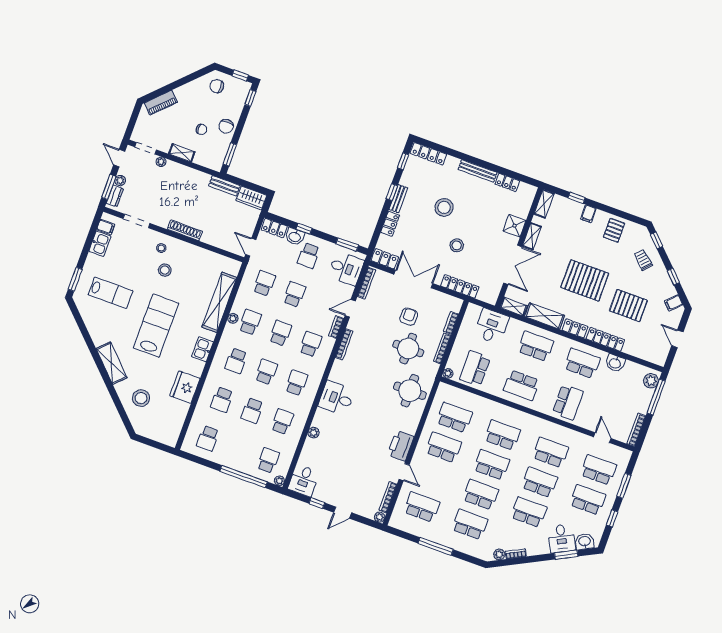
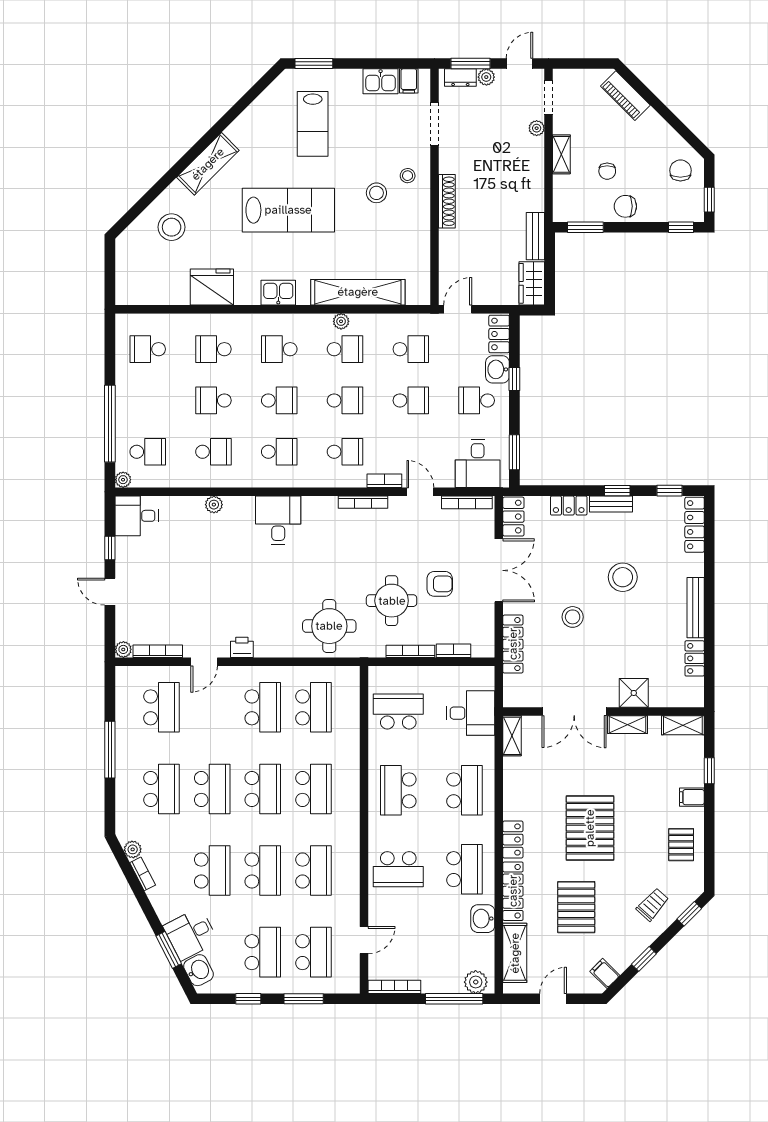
pallet: (614, 230) -> (681, 845), turned 90
shelving: (545, 316) -> (515, 953), moved
plant: (448, 373) -> (376, 674), removed
printer: (401, 446) -> (242, 647), width x0.53, depth x0.68

